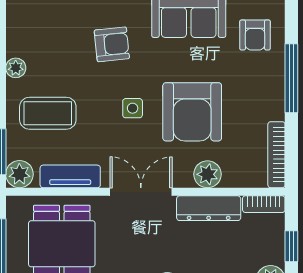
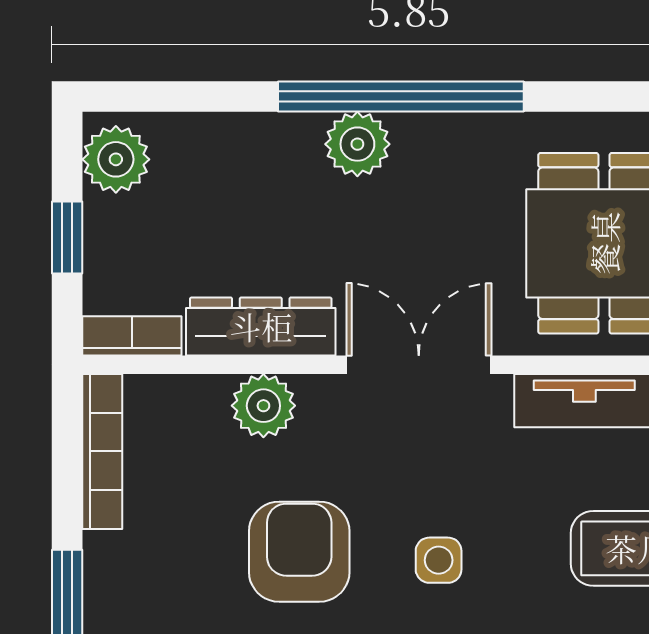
armchair: (192, 112) -> (299, 552), width x0.73, depth x0.73
double door: (141, 192) -> (419, 365), swing flipped

